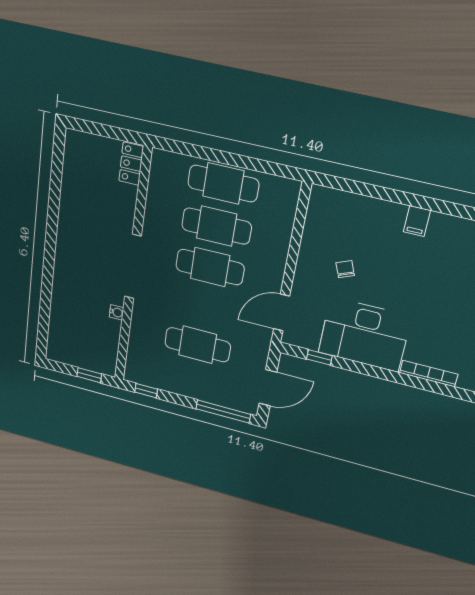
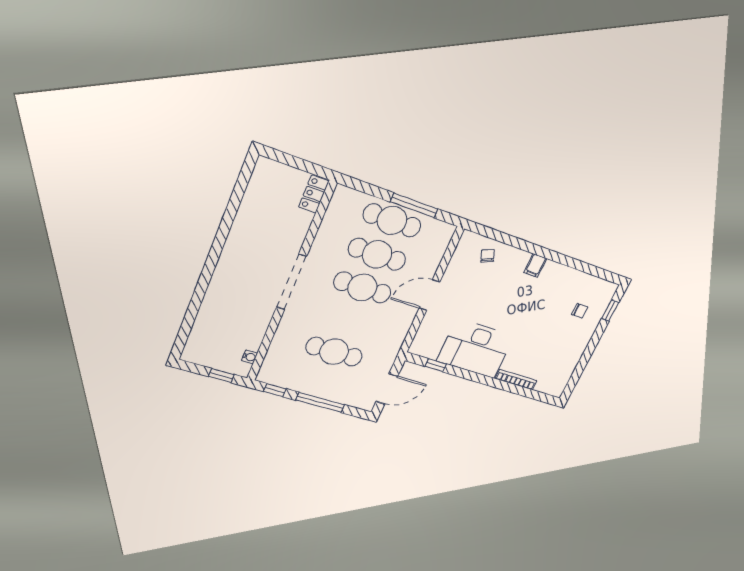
window: (244, 162) -> (414, 205), added
chair: (345, 269) -> (488, 256), moved
water cooler: (117, 312) -> (250, 357), moved
door: (282, 313) -> (429, 295), moved
window: (223, 412) -> (320, 402), moved

